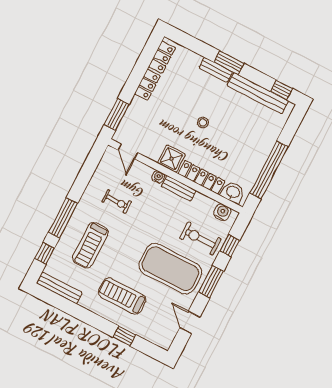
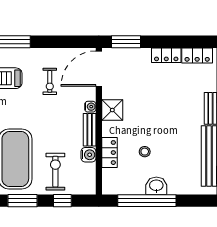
stool: (203, 123) -> (145, 152), moved
door: (128, 151) -> (99, 69), width x1.87
locker: (201, 177) -> (110, 153), width x0.66
washbasin: (233, 192) -> (156, 186), moved, turned -90
water cooler: (222, 212) -> (88, 155), moved

